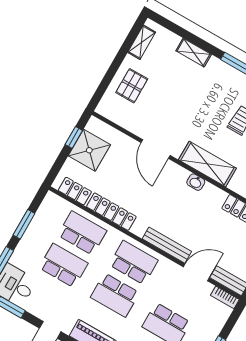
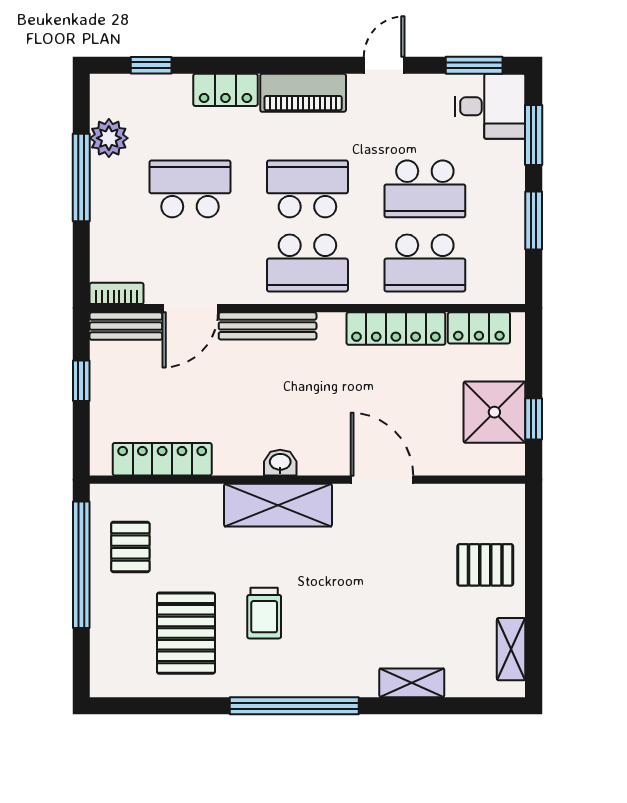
pallet: (132, 86) -> (485, 565), turned 90

